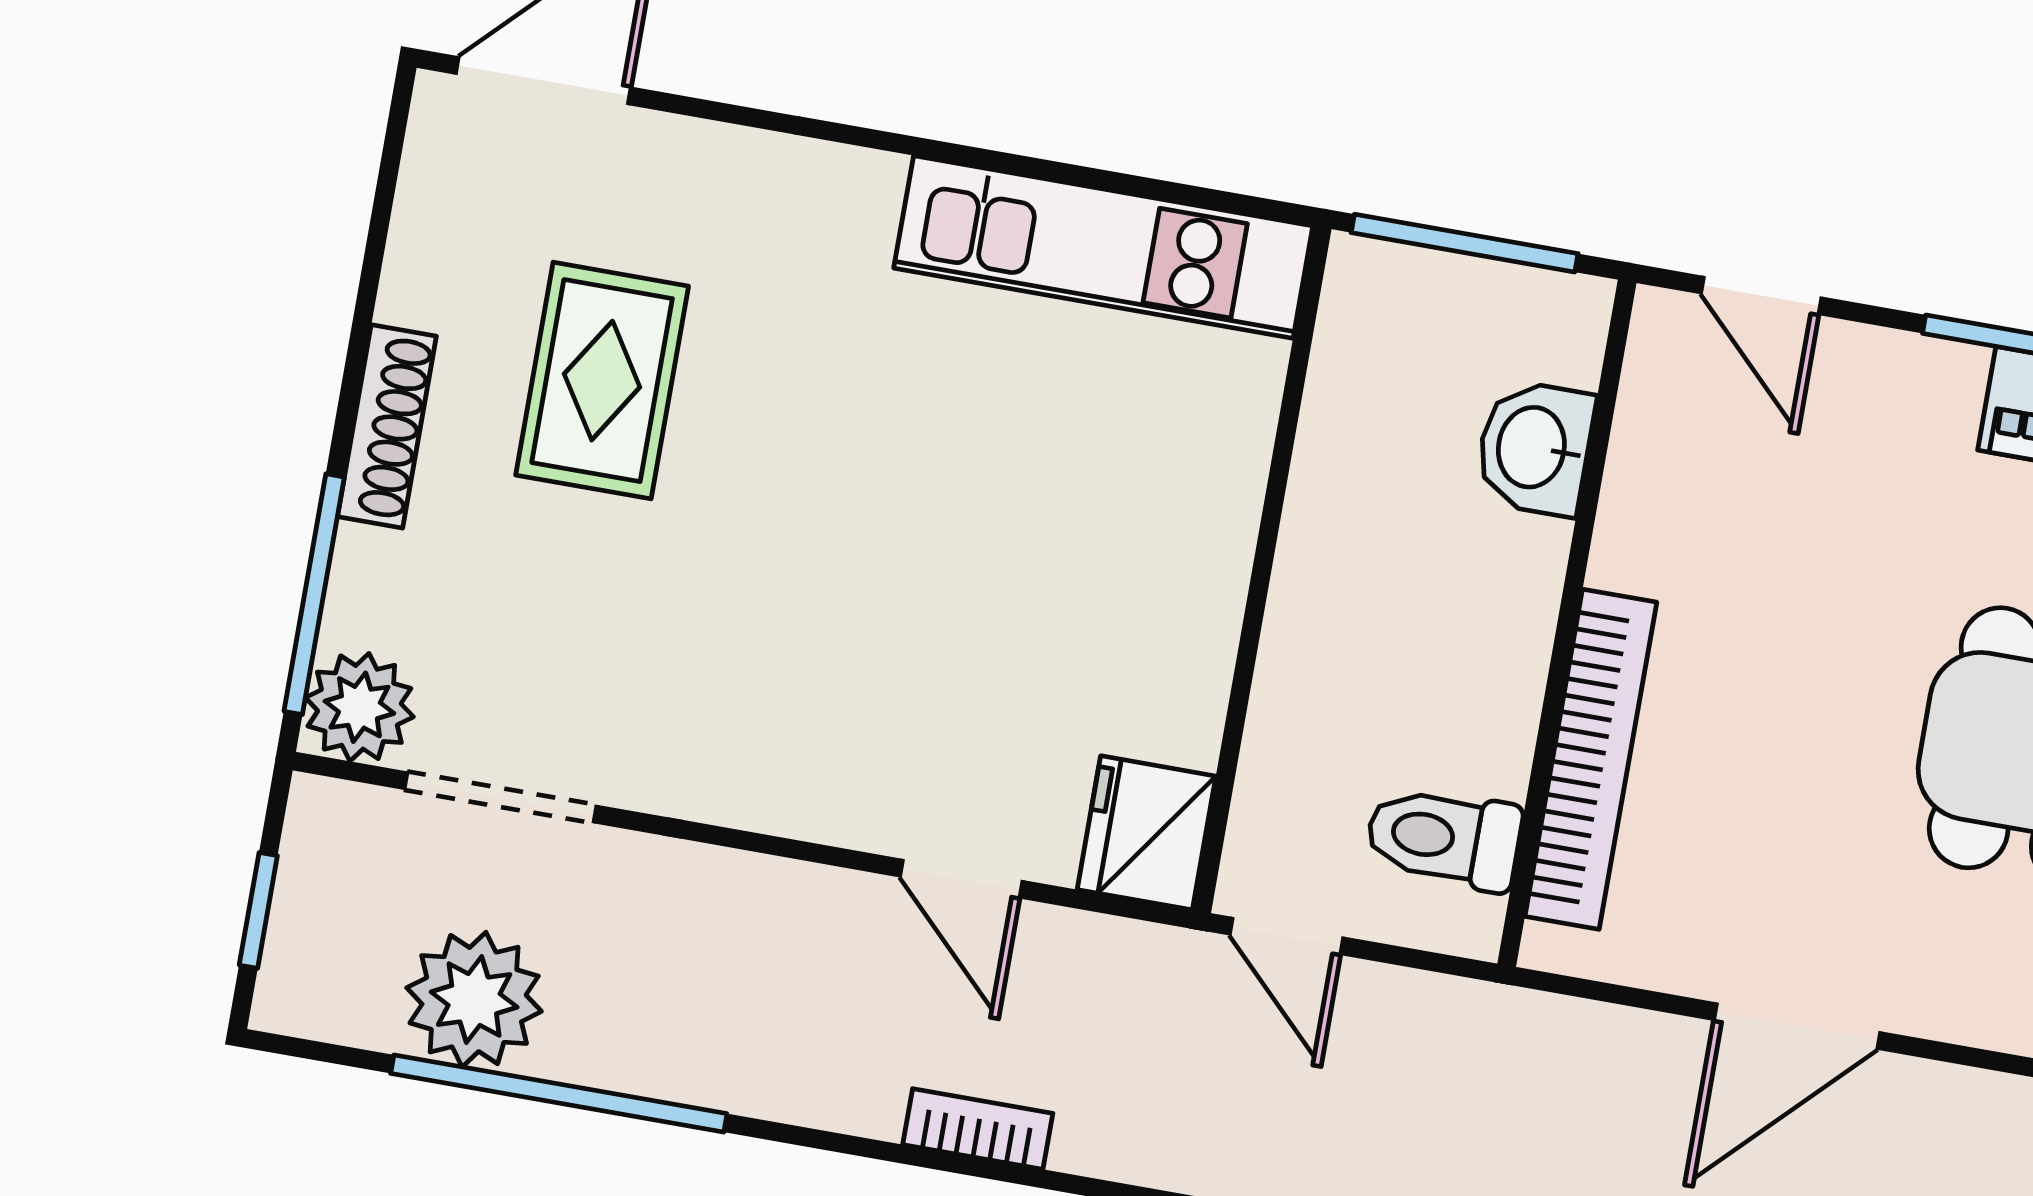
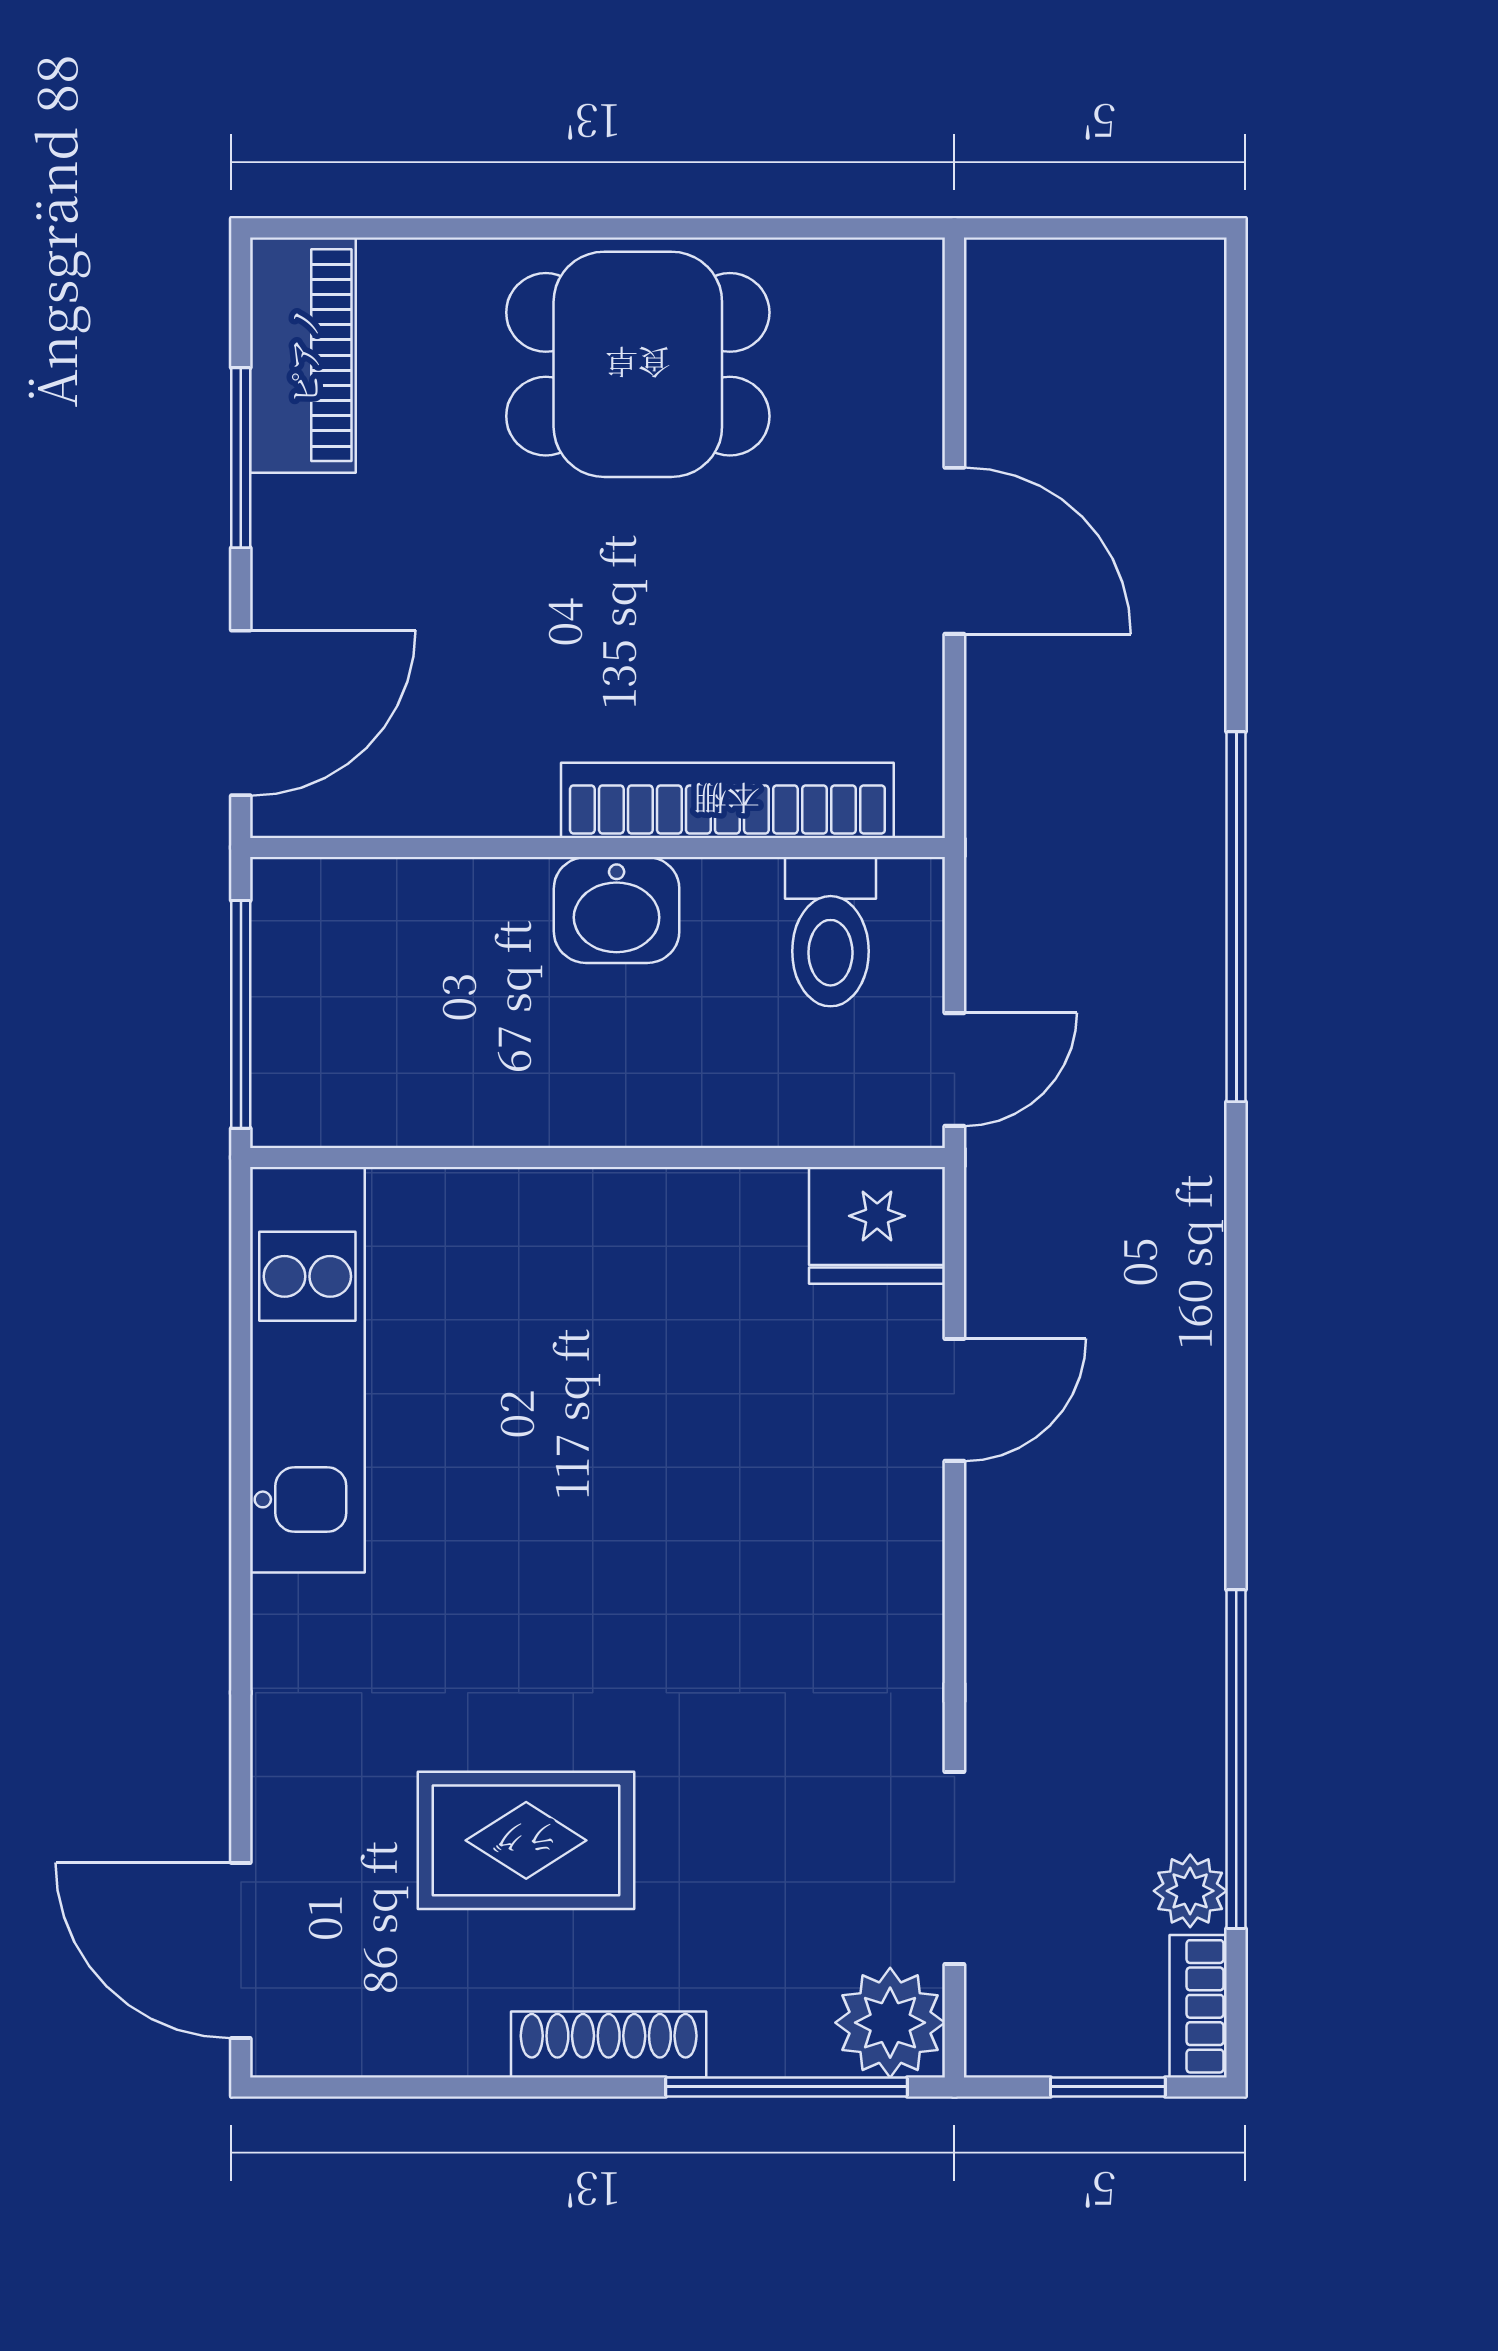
door: (1761, 295) -> (241, 713), width x1.38
washbasin: (1535, 448) -> (617, 910), moved
plant: (474, 1000) -> (1190, 1891), width x0.53, depth x0.53
bookcase: (978, 1129) -> (1198, 2006), moved

